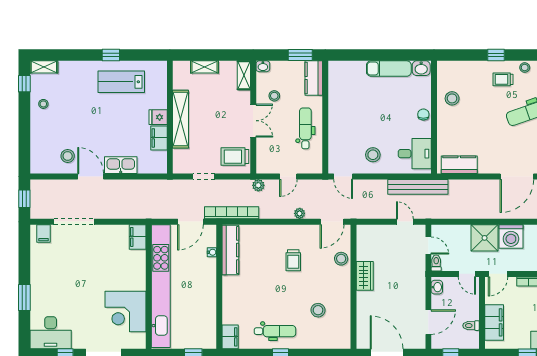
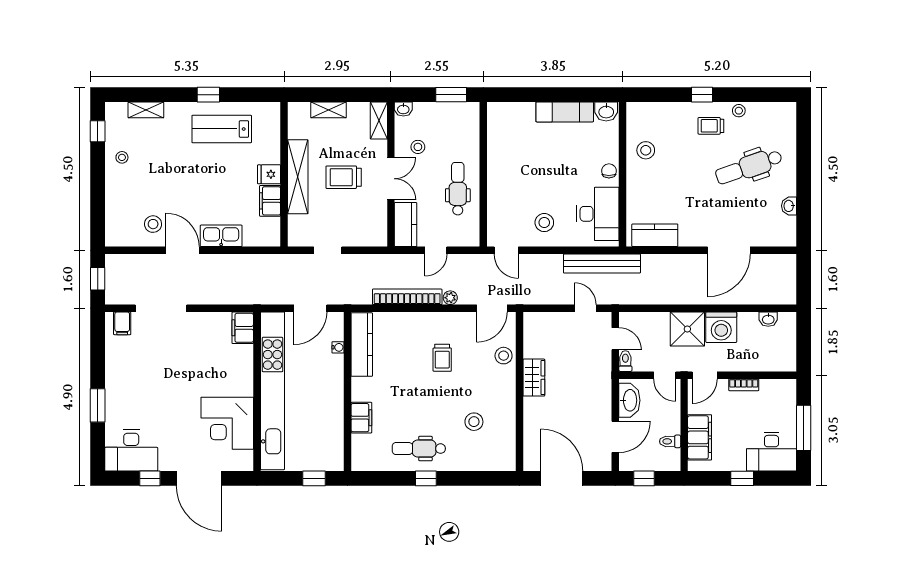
shelving: (44, 67) -> (146, 110), moved
kitchen counter: (314, 78) -> (406, 225), moved, turned 180
desk: (415, 154) -> (598, 214), width x1.37
trolley: (235, 157) -> (344, 177), moved
plant: (258, 185) -> (397, 262), removed
bookcase: (232, 213) -> (407, 297), moved
washbasin: (437, 287) -> (629, 400), width x1.91, depth x1.45
dental chair: (275, 331) -> (419, 449), turned 180
filing cabinet: (230, 337) -> (361, 418), moved

